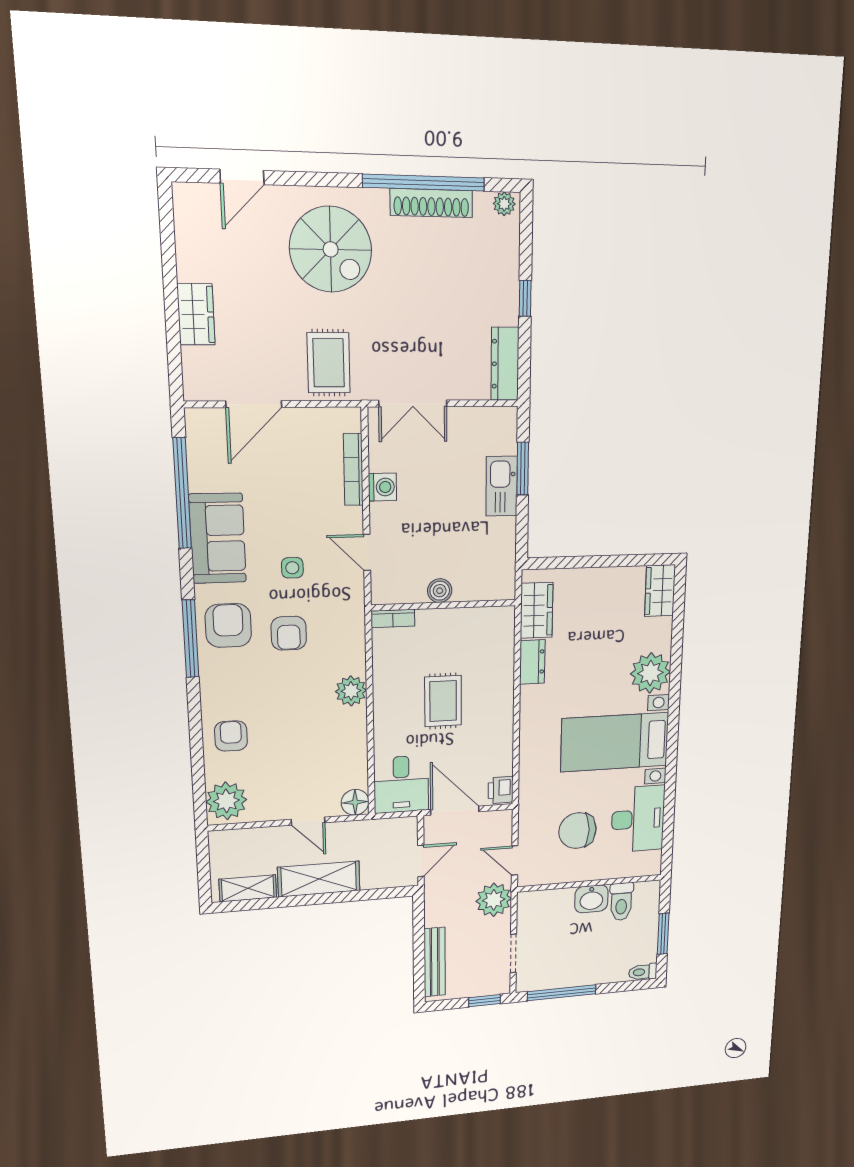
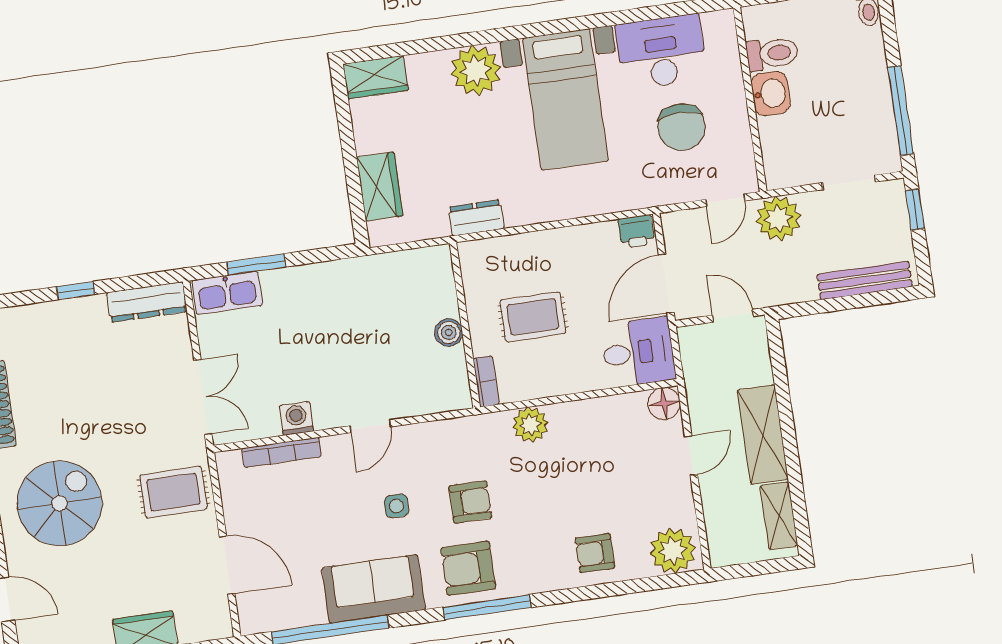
kitchen sink: (502, 486) -> (227, 293), moved
boiler: (440, 591) -> (449, 332), moved
wall: (444, 605) -> (465, 325), moved
wardrobe: (537, 610) -> (380, 187), moved, turned 90
bookcase: (393, 619) -> (486, 381), moved

